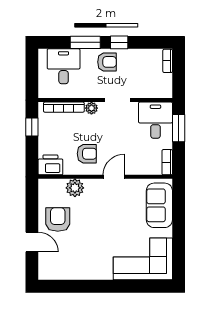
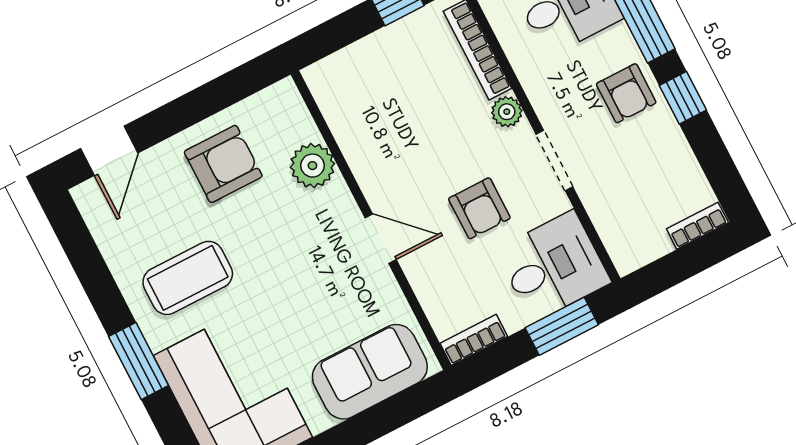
armchair: (87, 154) -> (479, 208), moved
printer: (50, 165) -> (335, 86), removed
door: (32, 242) -> (109, 151), moved
coffee table: (92, 253) -> (188, 278), added
window: (113, 286) -> (139, 361), added

